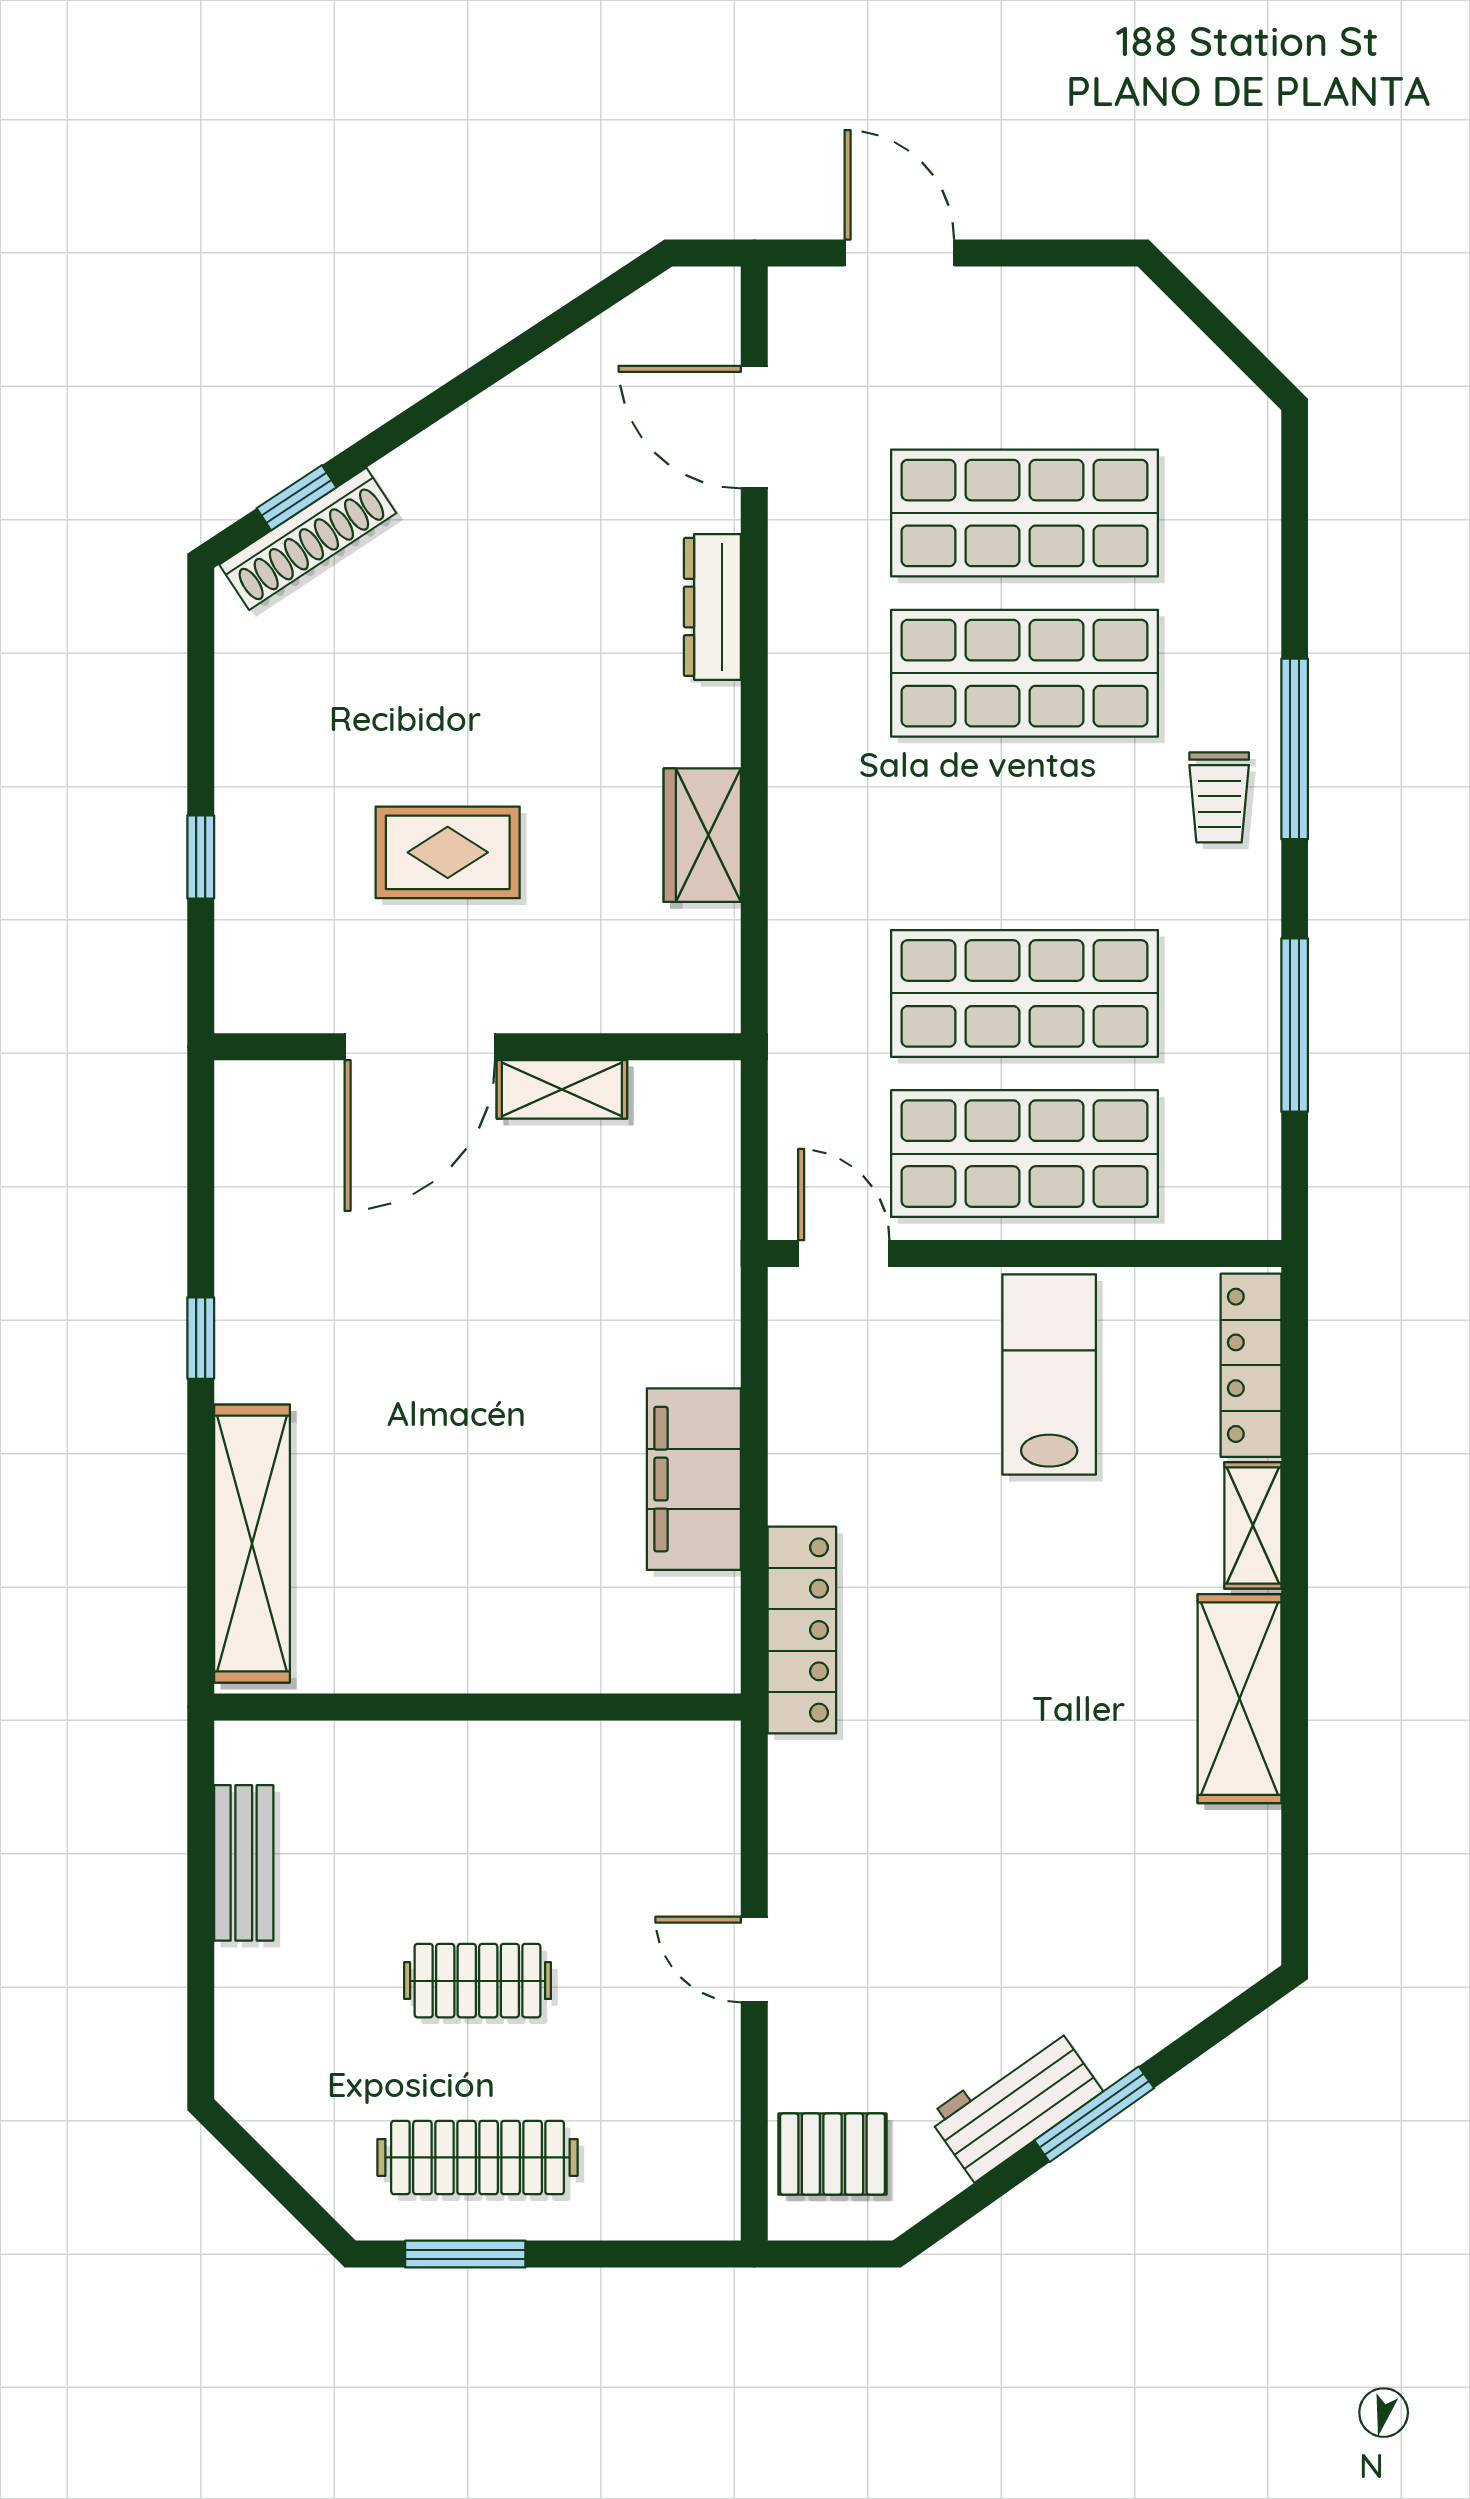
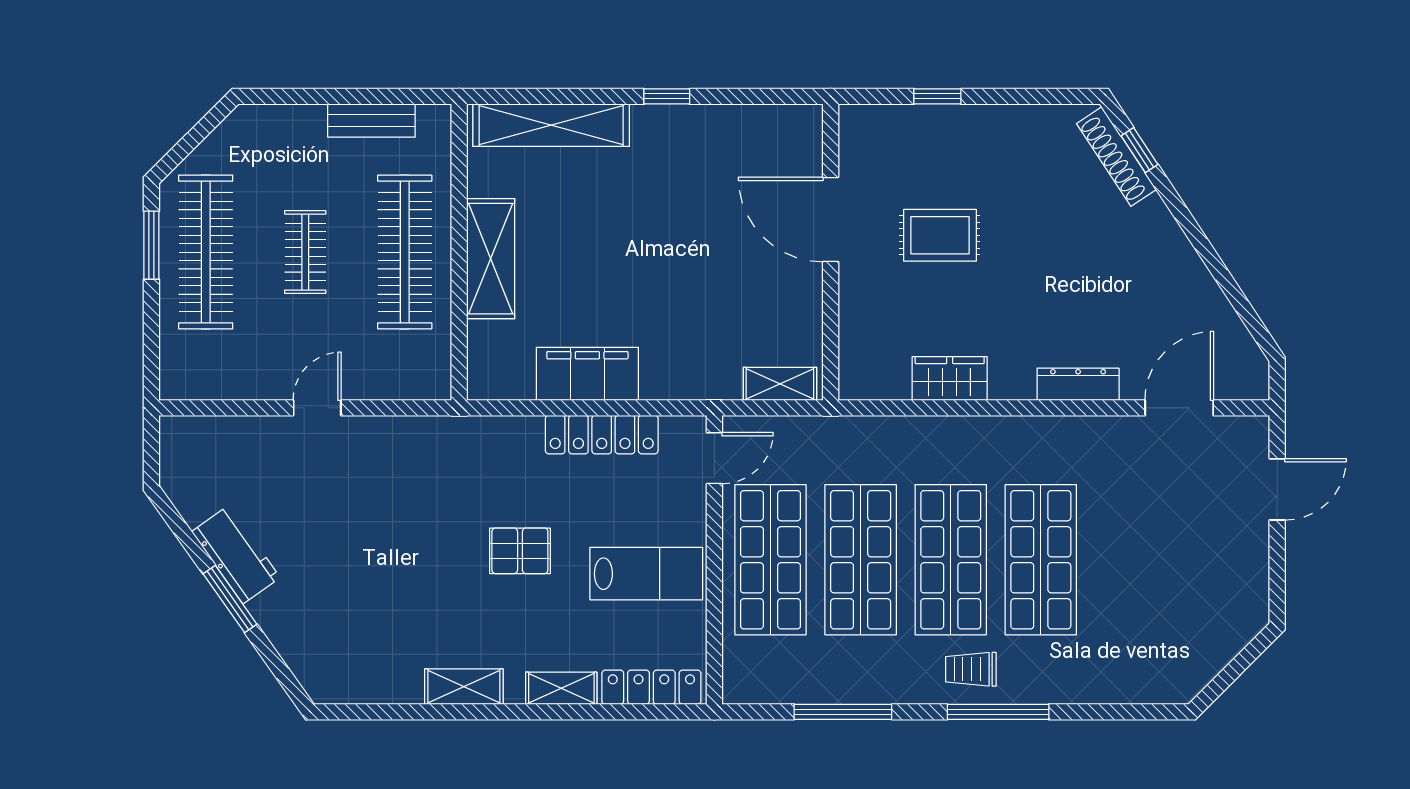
shop shelf: (1024, 513) -> (951, 560), moved
rug: (448, 852) -> (940, 235), turned 90
shelving: (562, 1089) -> (780, 384), moved, turned 90
locker: (802, 1630) -> (602, 435), moved
shelving: (489, 1651) -> (491, 259), added
shelving: (1239, 1699) -> (464, 687), width x0.67, depth x0.75
clothes rail: (478, 1804) -> (405, 252), added
pallet: (832, 2154) -> (520, 551), moved, turned 90
clothes rail: (478, 2157) -> (206, 252), width x1.37, depth x1.31

